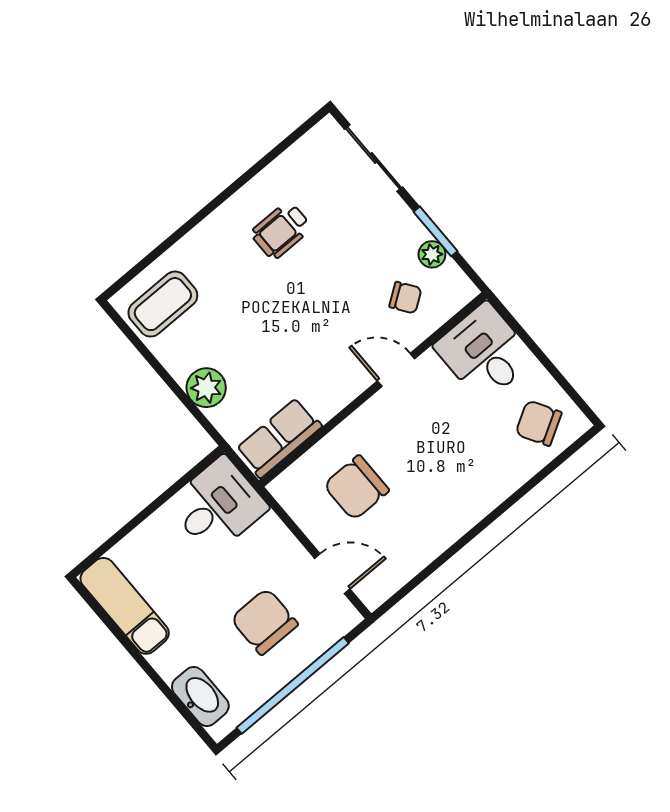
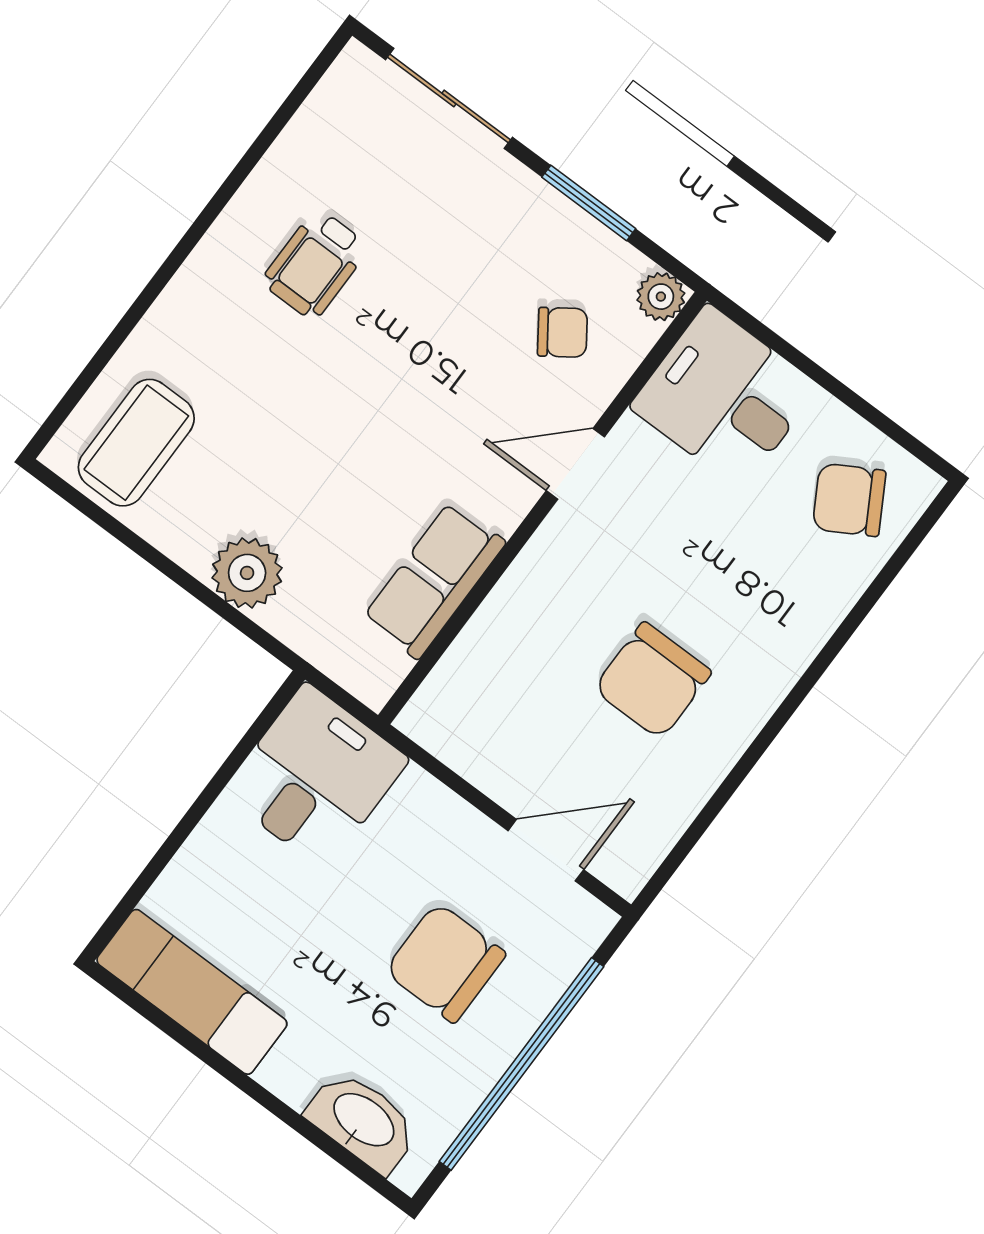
plant: (432, 254) -> (661, 297), moved
row of seats: (279, 438) -> (434, 580), moved
chair: (356, 488) -> (652, 681), moved

